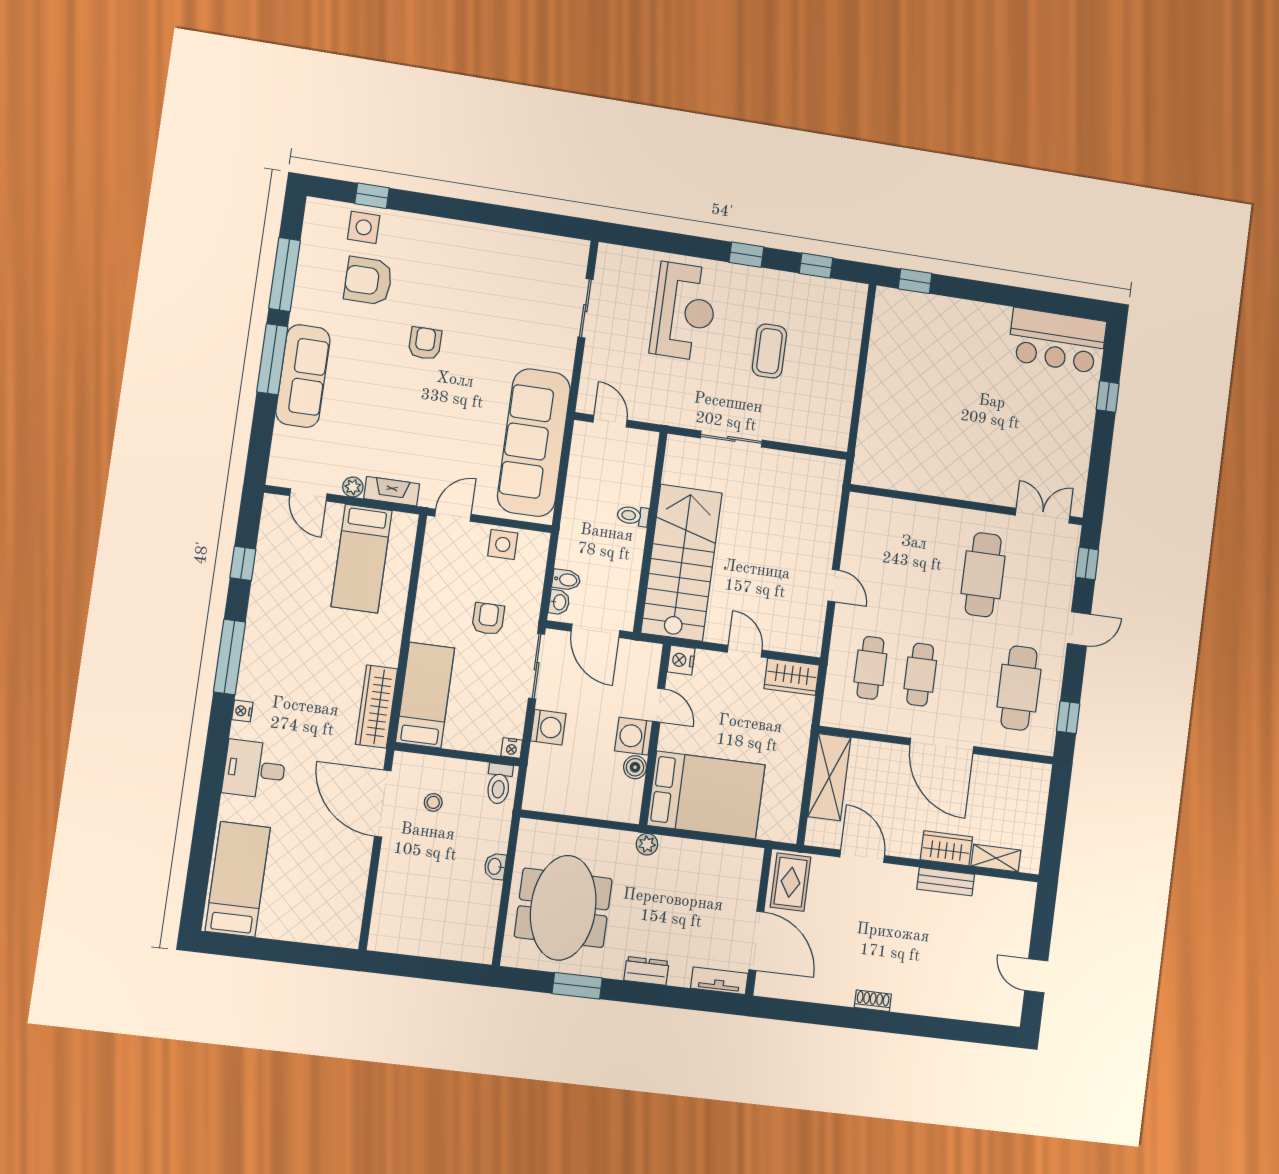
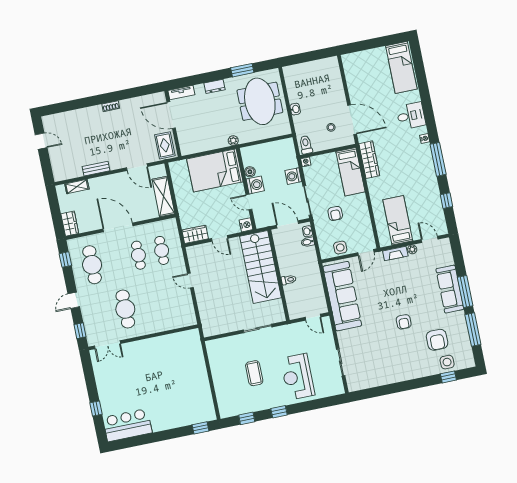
armchair: (368, 281) -> (437, 340), turned 90
wardrobe: (946, 848) -> (70, 224), moved, turned -90

